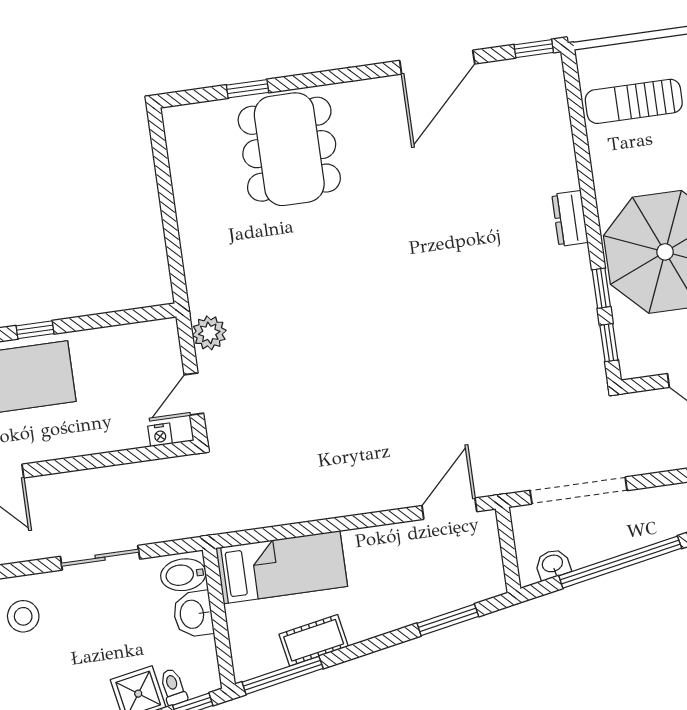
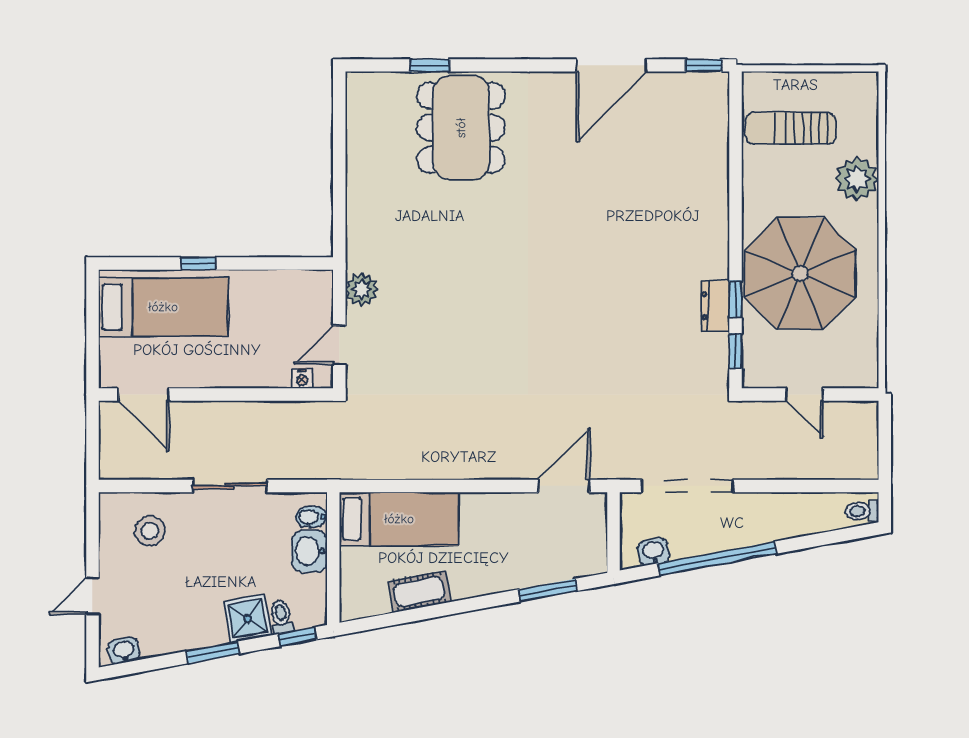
dresser: (570, 218) -> (715, 306), moved
bidet: (183, 575) -> (311, 517), width x0.72, depth x0.74
window: (283, 675) -> (385, 620), removed

